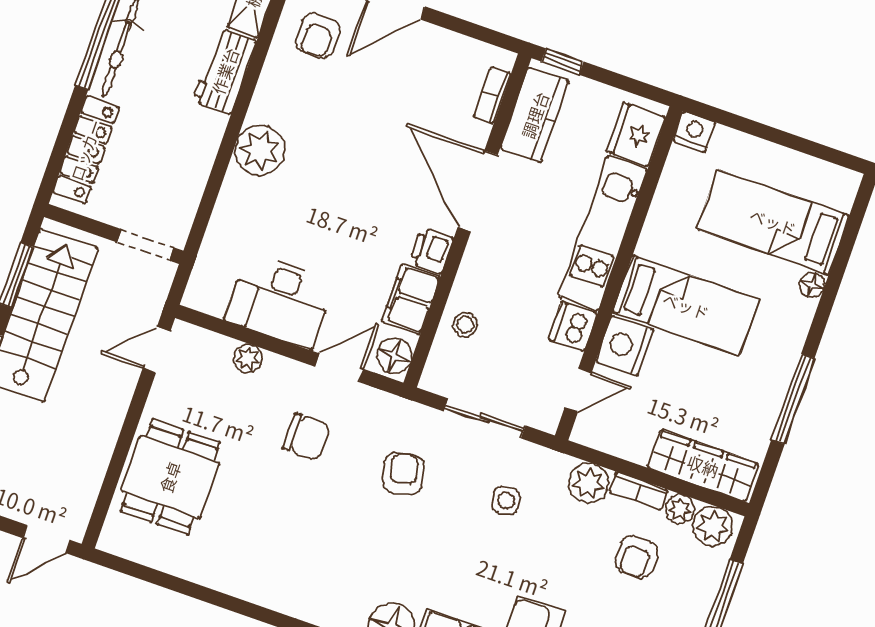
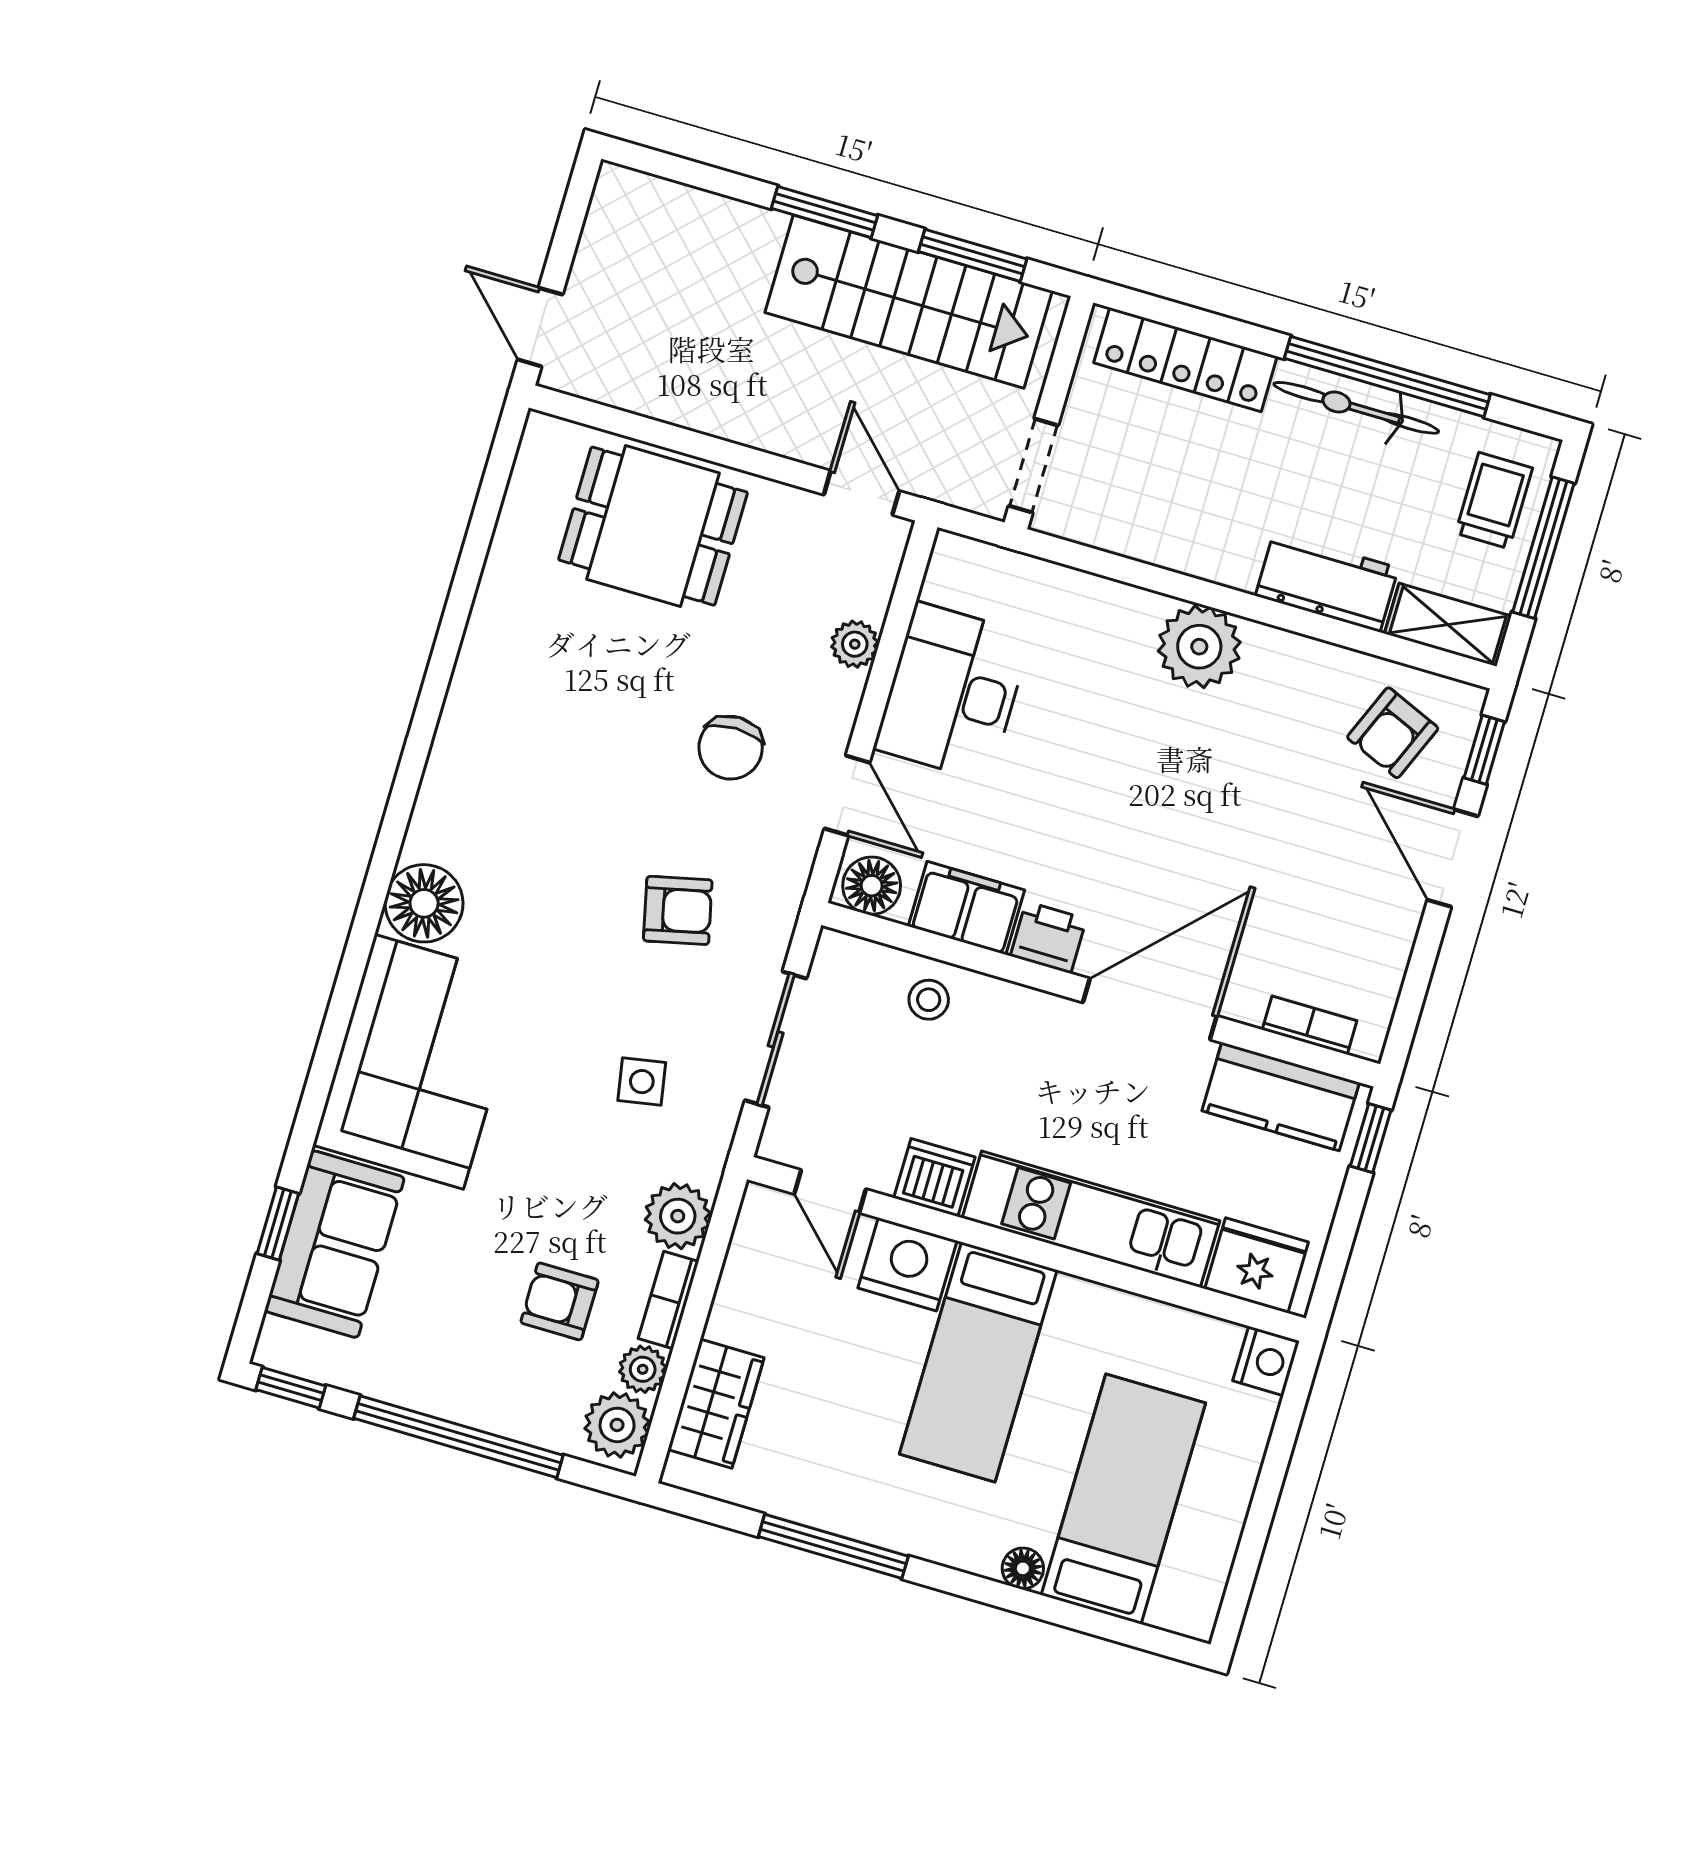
armchair: (318, 36) -> (1393, 733), turned -67
wardrobe: (703, 466) -> (716, 1404), width x0.67

